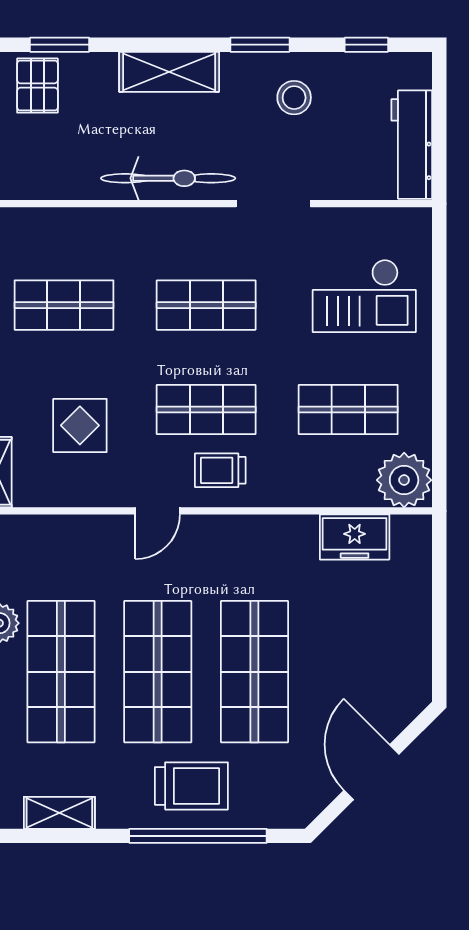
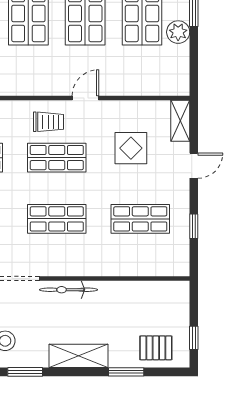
window: (60, 45) -> (126, 372), moved
pallet: (37, 86) -> (156, 348), turned 90
bicycle: (168, 178) -> (69, 290), width x0.73, depth x0.71

